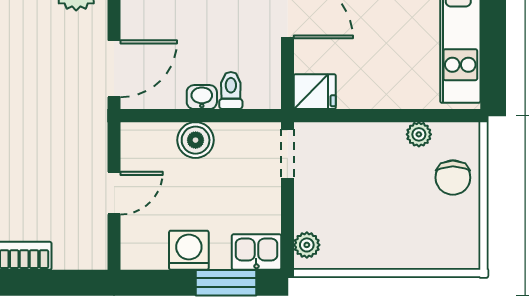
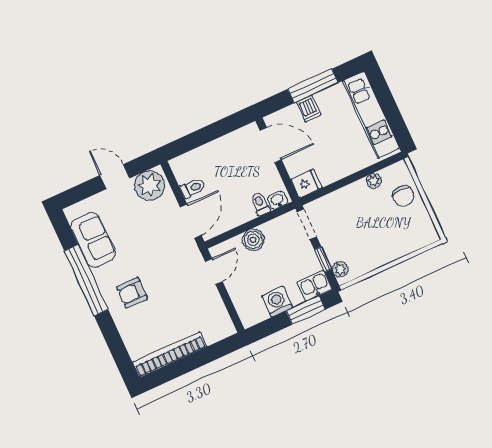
toilet: (140, 20) -> (193, 188), added
washbasin: (202, 97) -> (278, 200), moved
door: (114, 193) -> (214, 272), moved
window: (287, 218) -> (323, 259), added

